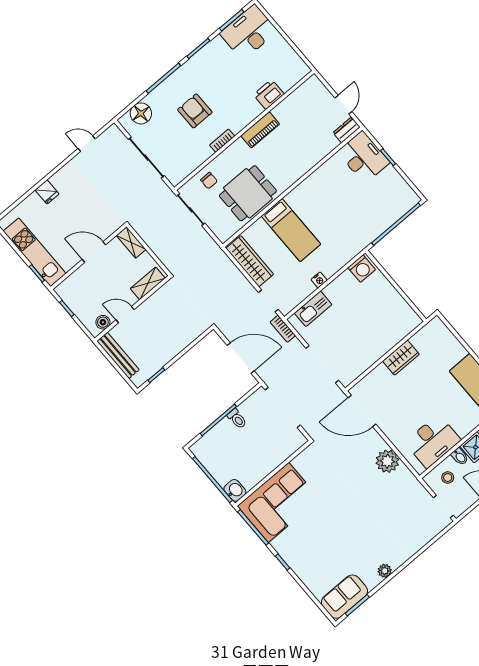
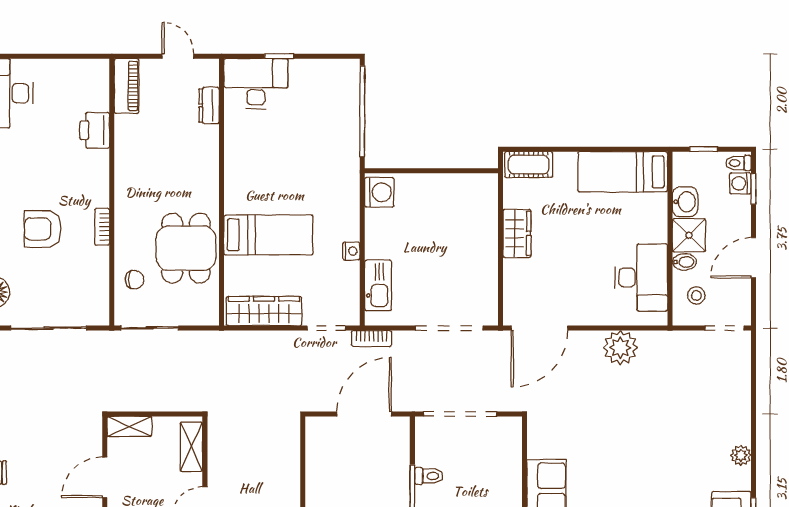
piano: (260, 130) -> (127, 86), moved
dresser: (347, 130) -> (209, 105), moved
cot: (442, 333) -> (529, 165), added

